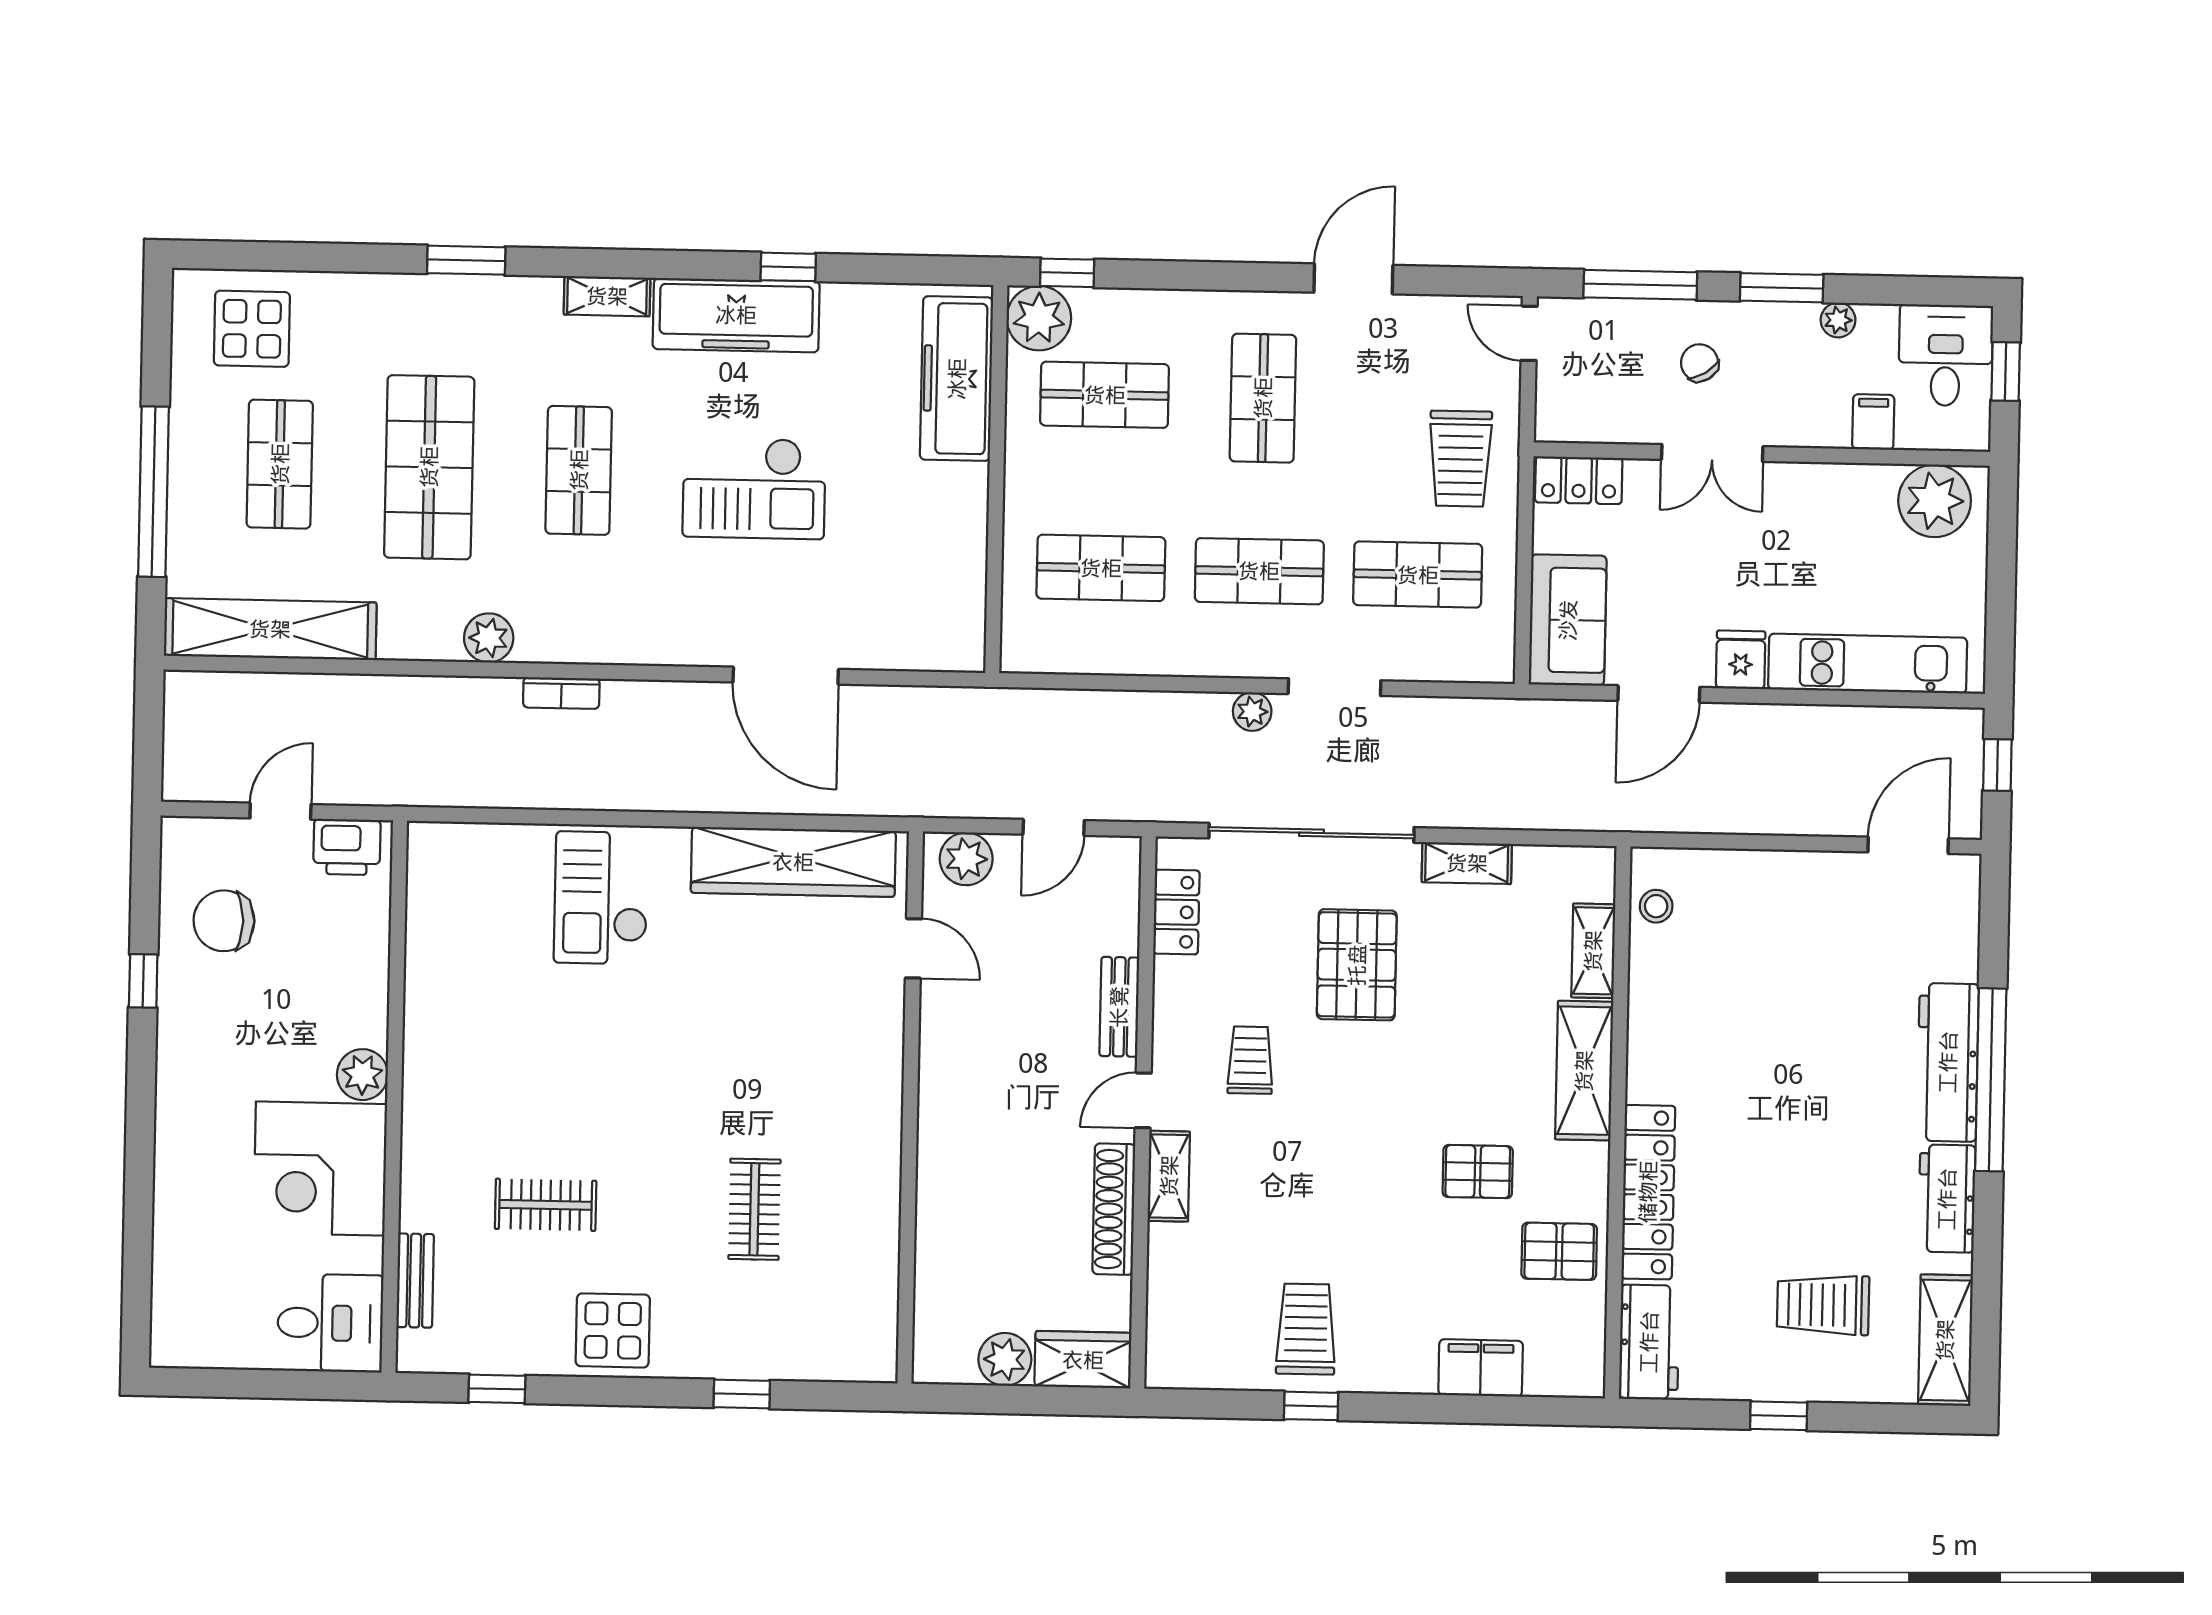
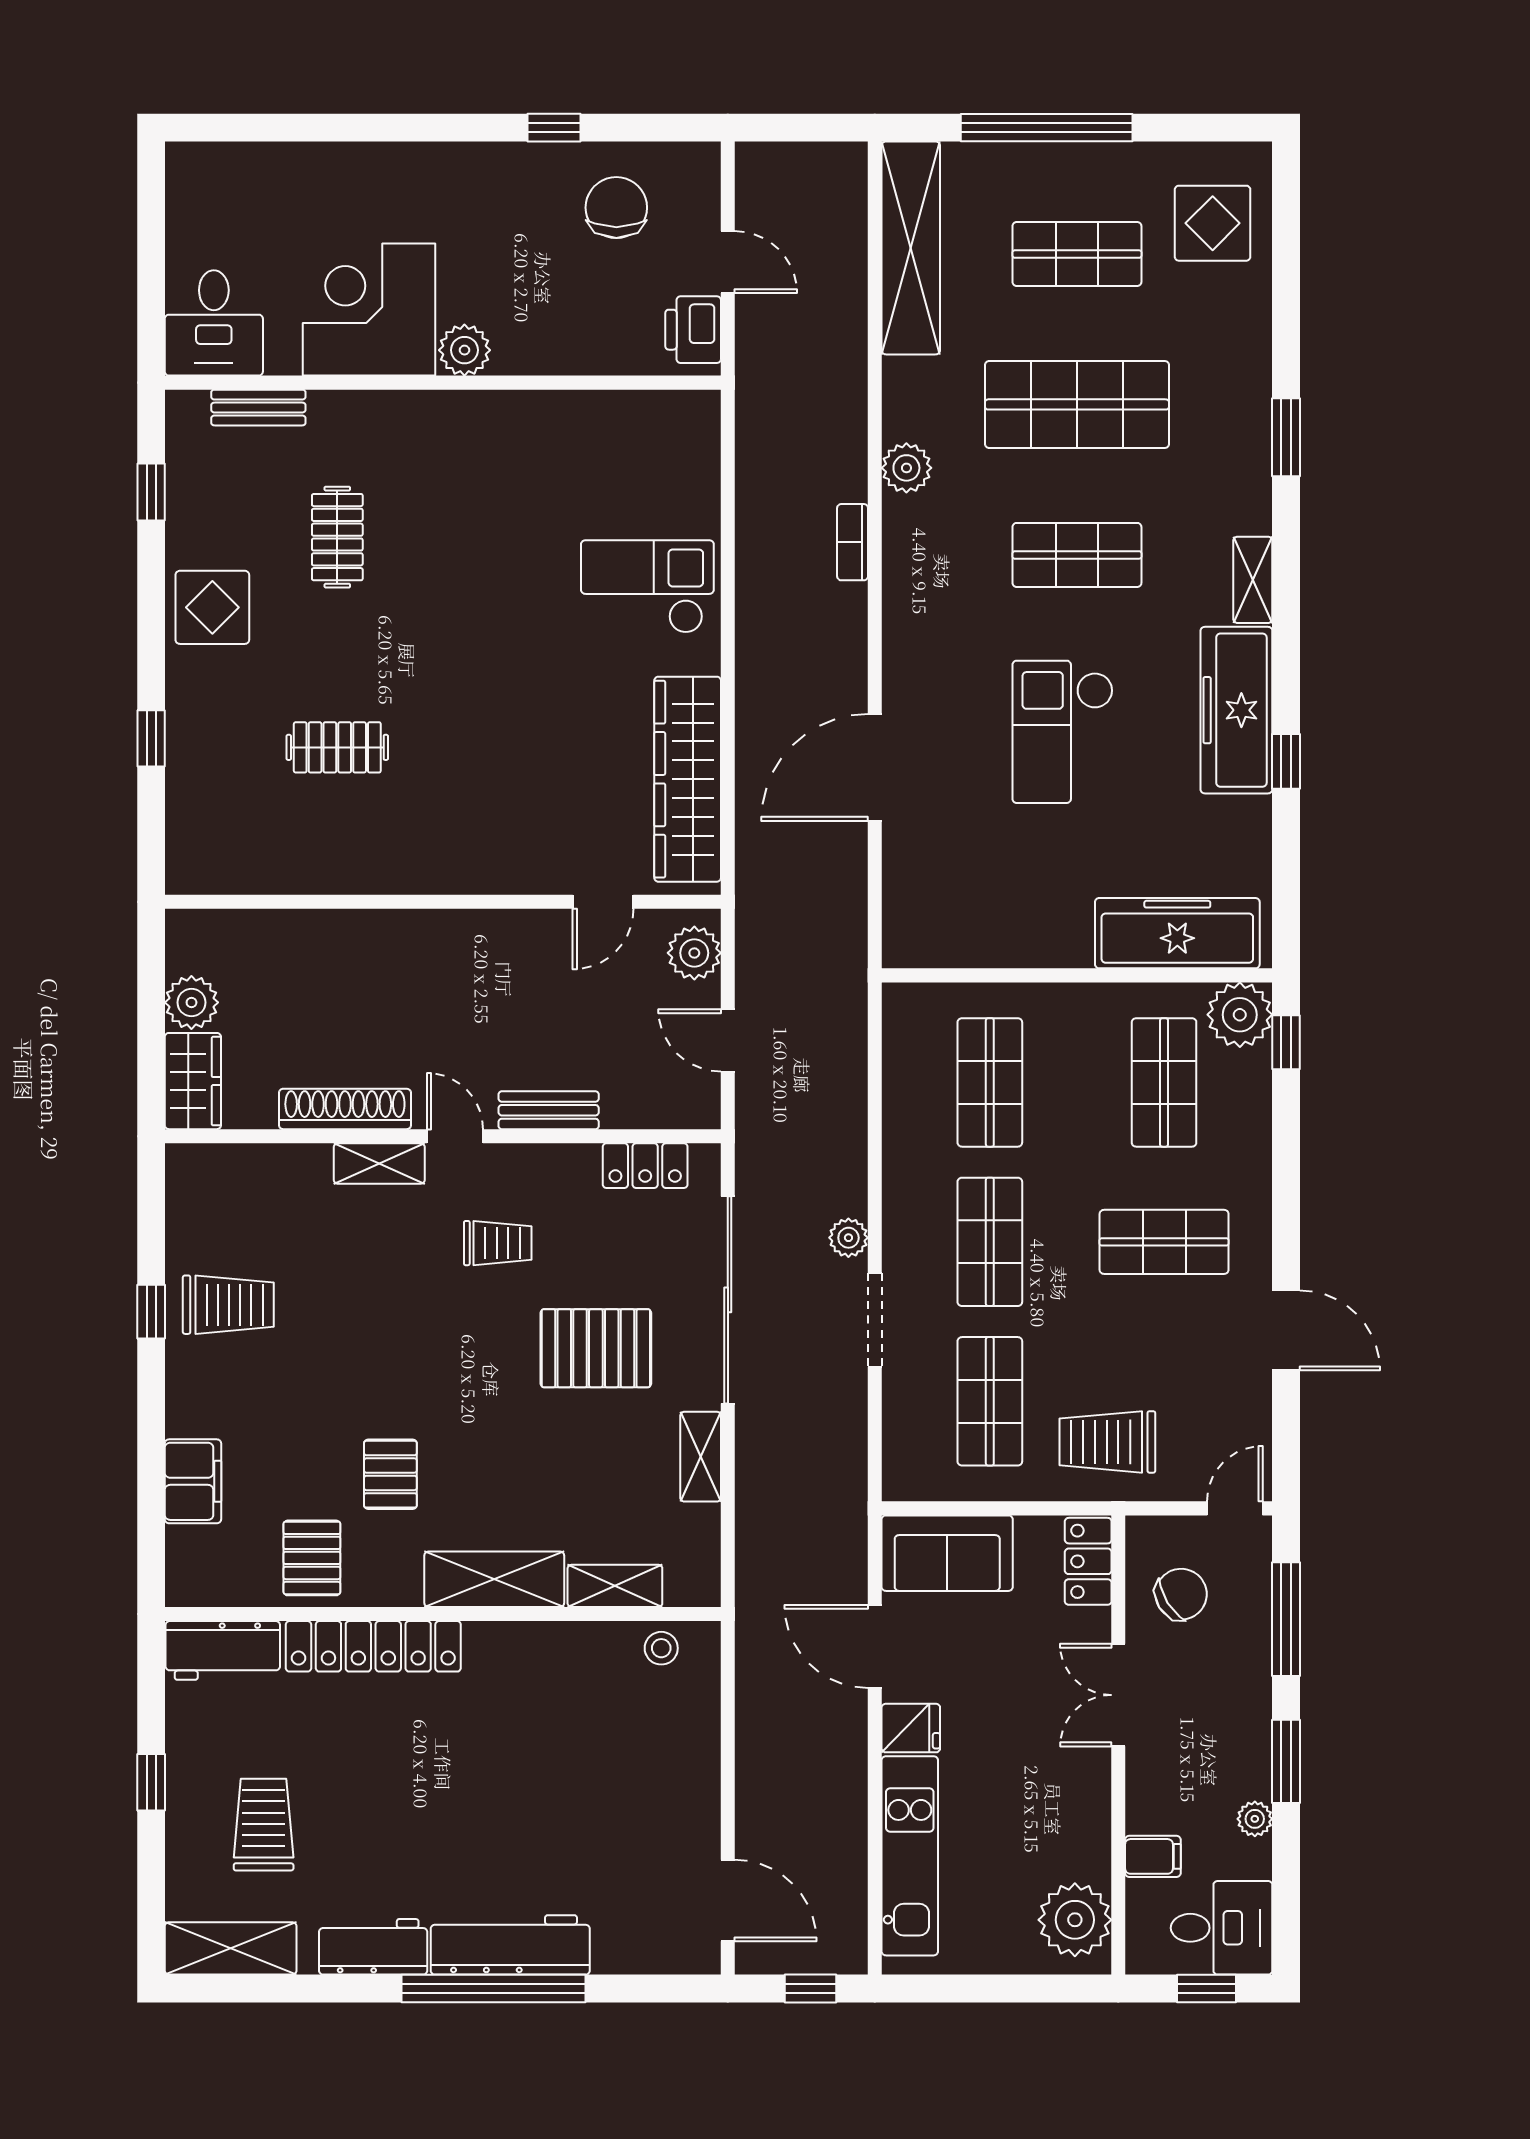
chair: (1700, 363) -> (1181, 1594), moved, width x1.37, depth x1.37

